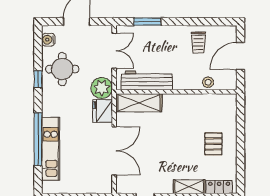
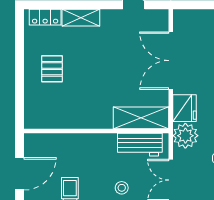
workbench: (147, 80) -> (140, 145), width x0.73
stool: (208, 82) -> (122, 188), moved

